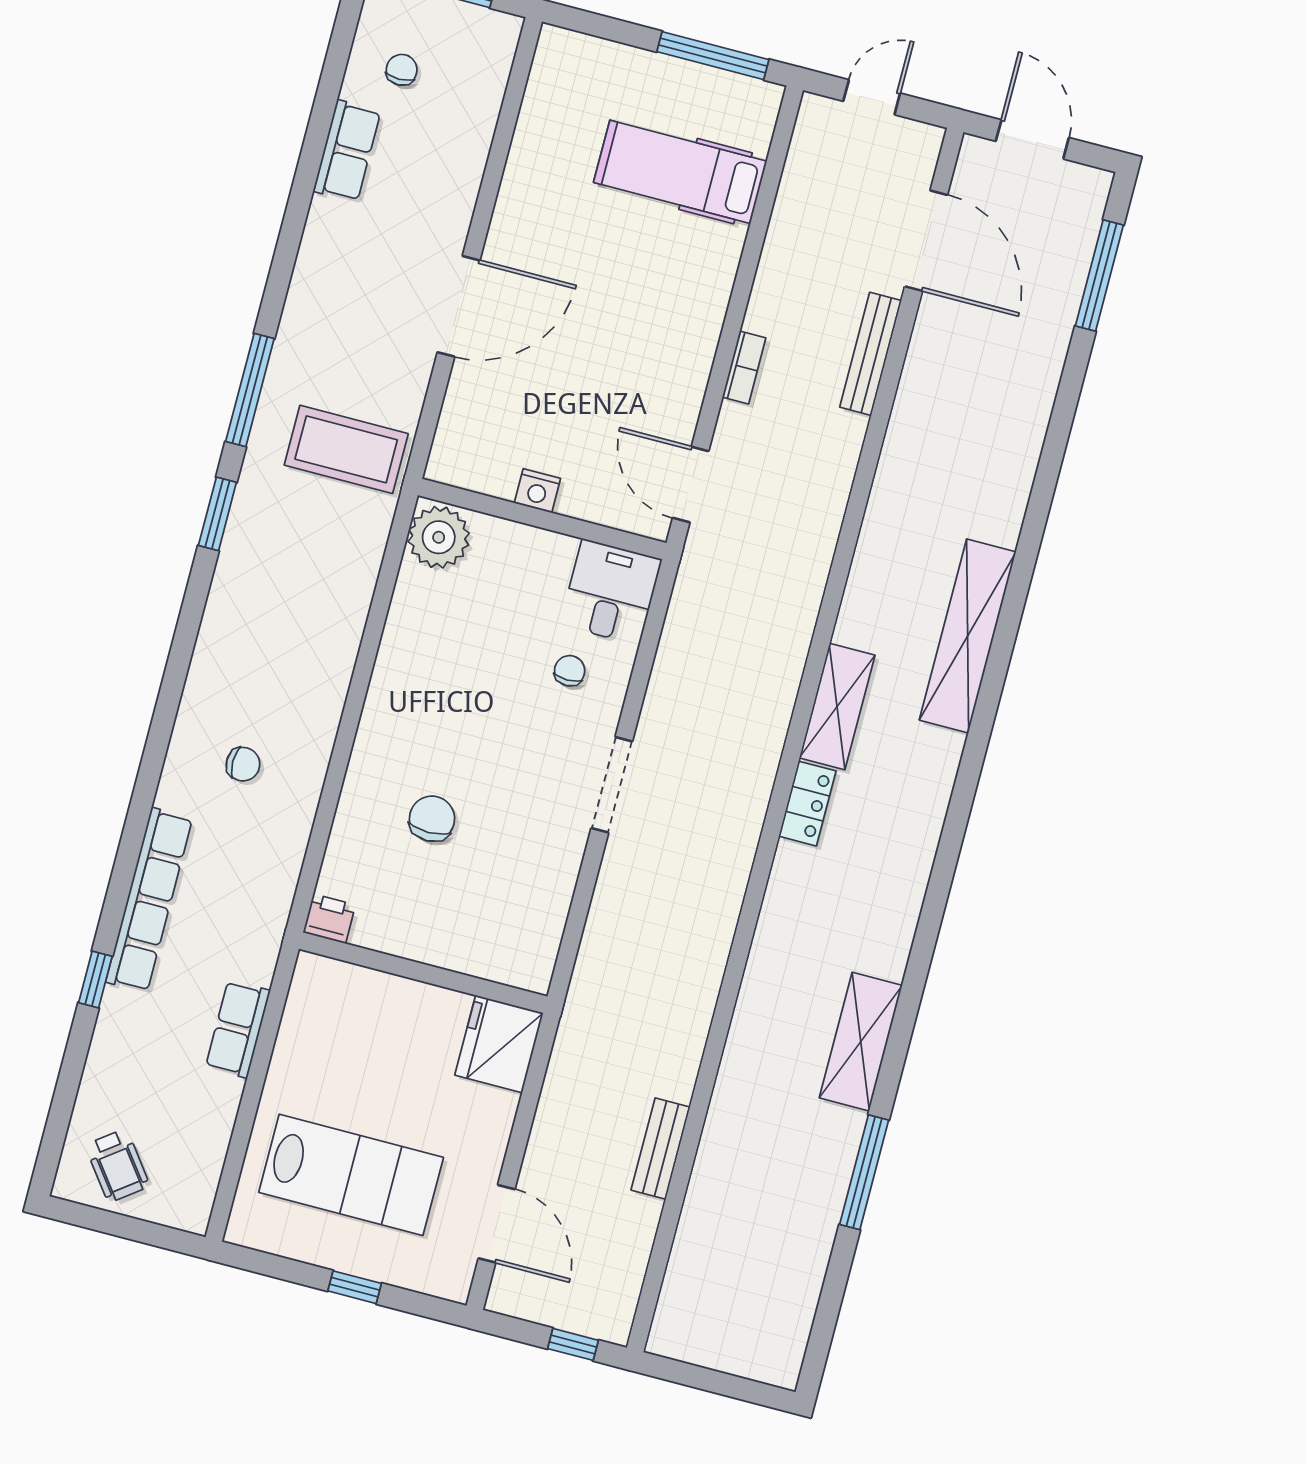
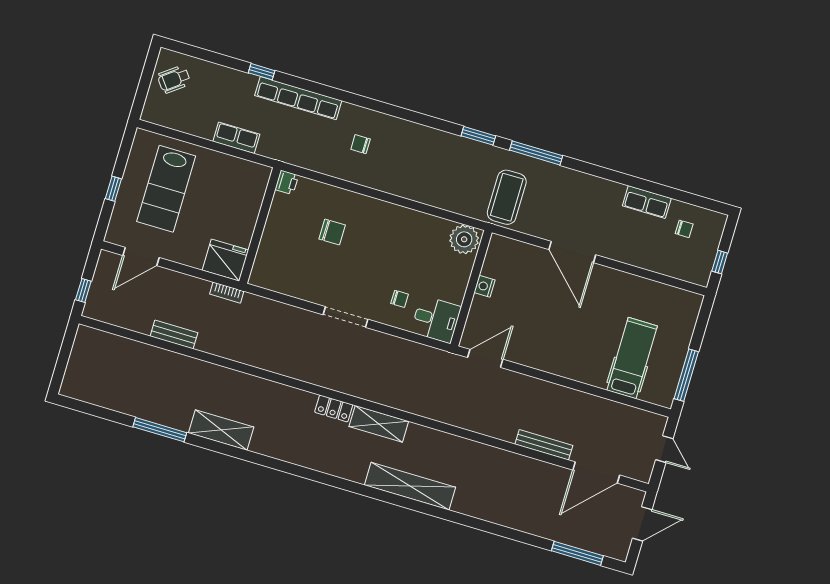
bookcase: (744, 367) -> (227, 293), moved
chair: (243, 764) -> (361, 144), turned 90

